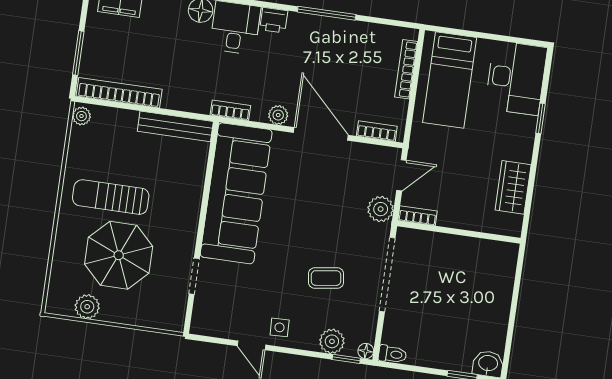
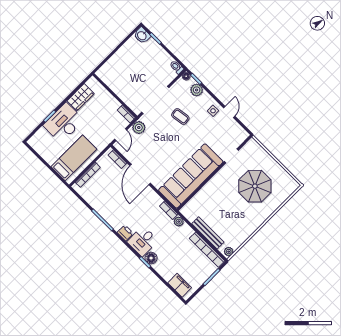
desk: (516, 78) -> (64, 123), moved
plant: (278, 115) -> (179, 222), moved
bench: (175, 126) -> (208, 233), moved
door: (401, 175) -> (121, 135), swing flipped
sun lounger: (111, 197) -> (241, 211), removed
plant: (87, 307) -> (282, 175), removed

